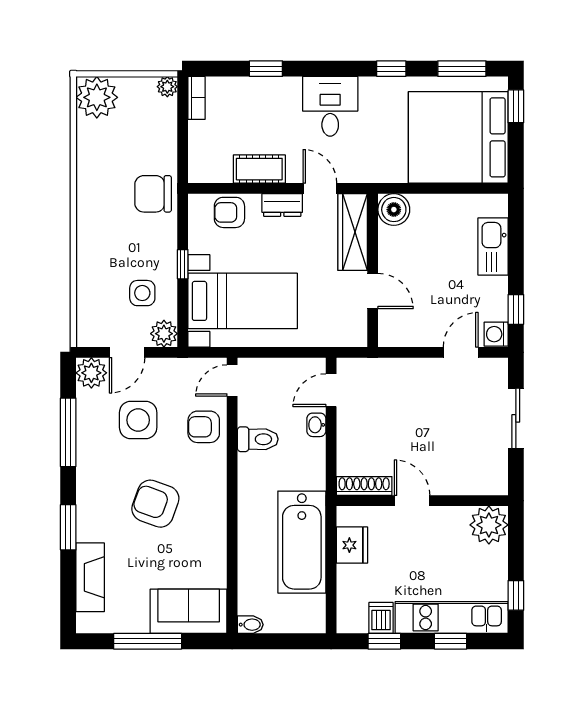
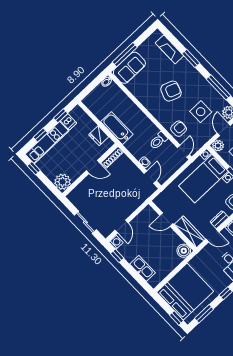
bathtub: (302, 542) -> (117, 128), width x0.73, depth x0.73
window: (148, 641) -> (125, 55), moved

